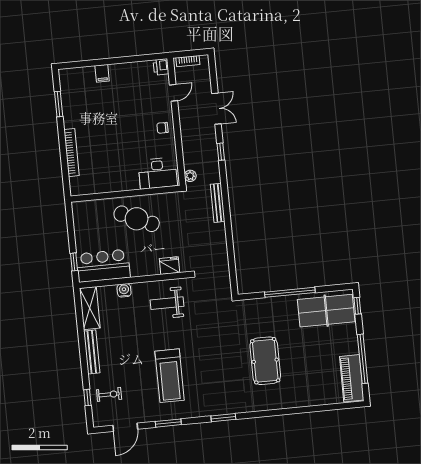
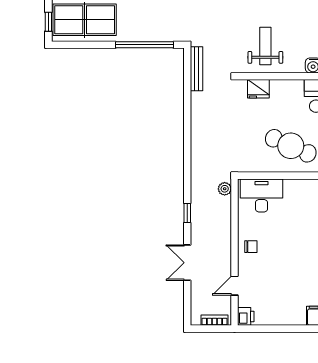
bench: (218, 203) -> (197, 69), moved
window: (290, 292) -> (144, 45), moved
weight bench: (167, 303) -> (265, 46), turned -90

